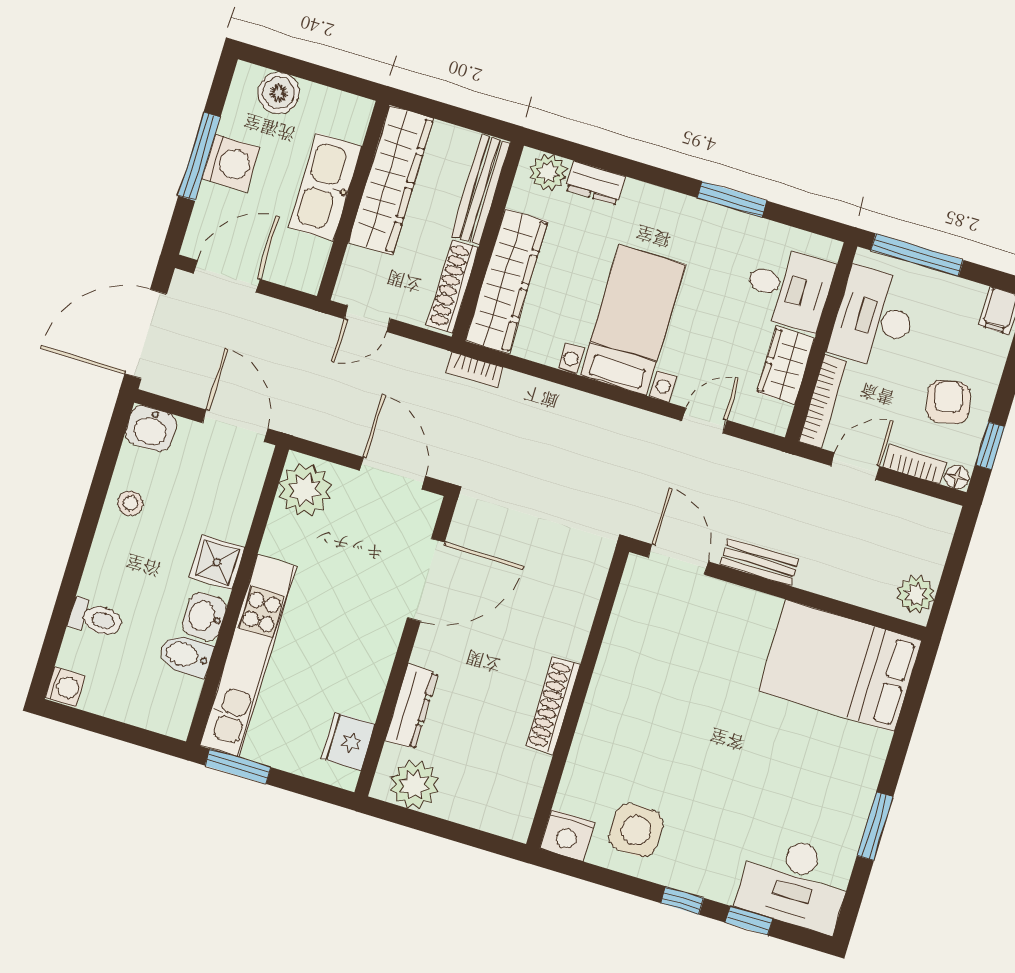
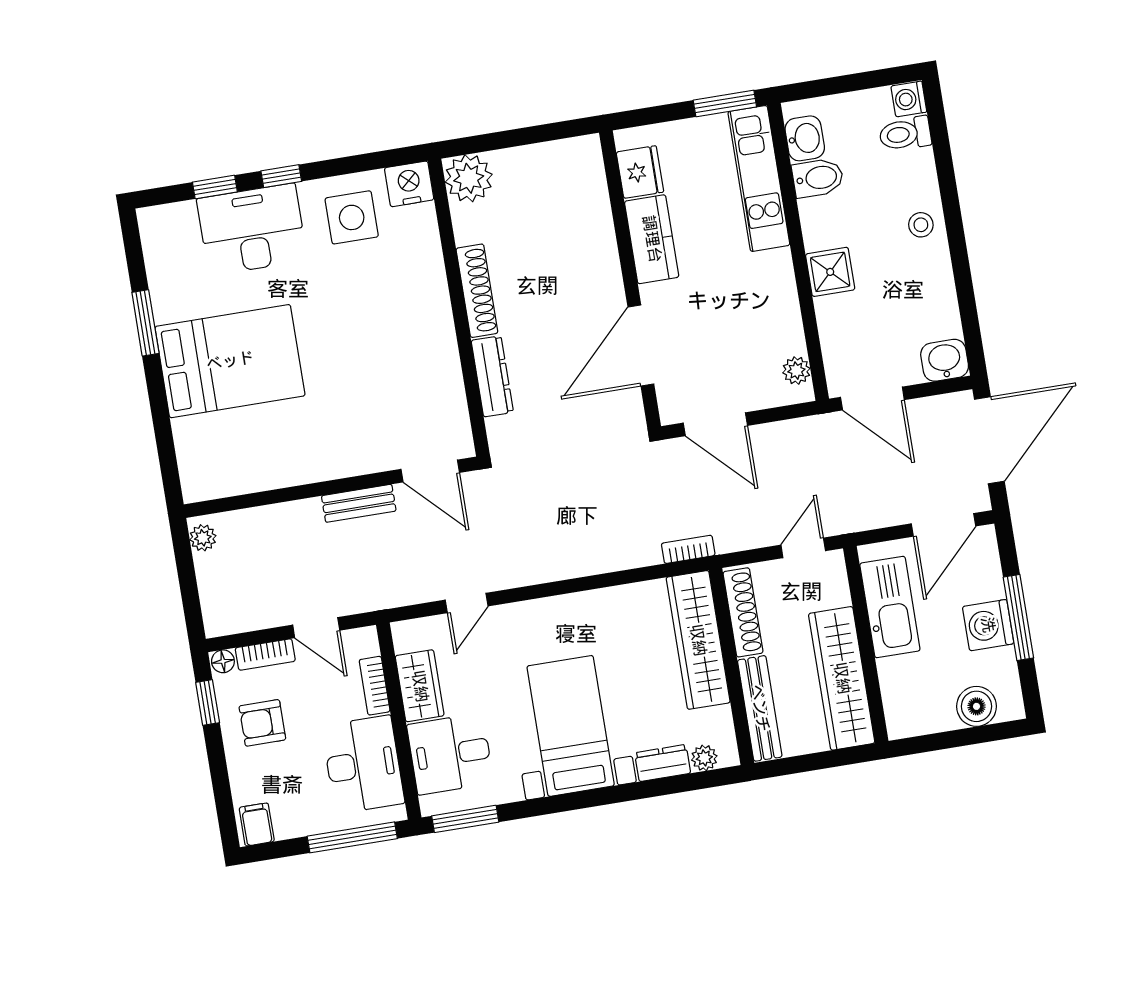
plant: (548, 172) -> (704, 758), width x0.73, depth x0.73
kitchen sink: (325, 187) -> (890, 607), moved
window: (732, 199) -> (465, 819), moved
bed with nightstands: (633, 320) -> (571, 726), moved, turned 180
bookcase: (823, 401) -> (375, 686), width x0.64
armchair: (948, 402) -> (262, 723), turned 102
door: (855, 466) -> (316, 628), hinge flipped
plant: (305, 490) -> (796, 371), width x0.53, depth x0.53
stool: (130, 503) -> (921, 225), moved
plant: (916, 594) -> (203, 538), width x0.73, depth x0.73
washbasin: (204, 616) -> (805, 138), moved
toilet: (96, 619) -> (905, 134), moved
kitchen unit: (248, 656) -> (759, 178), width x0.73
bed: (840, 666) -> (230, 361), moved
kitchen counter: (368, 674) -> (652, 239), added
dresser: (411, 707) -> (492, 376), moved, turned 180
plant: (414, 785) -> (469, 178), moved
desk: (795, 883) -> (252, 229), moved

